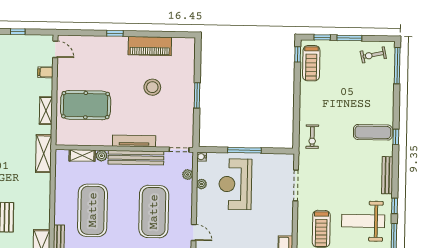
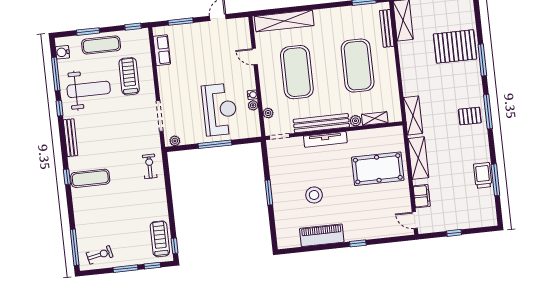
filing cabinet: (45, 72) -> (422, 196), width x2.00
shelving: (46, 111) -> (418, 158), width x1.50, depth x1.33
water cooler: (202, 157) -> (252, 95), moved
plant: (284, 159) -> (175, 141), added

